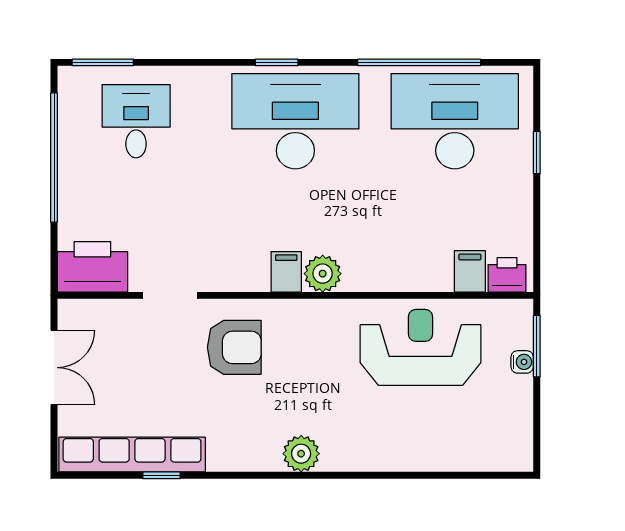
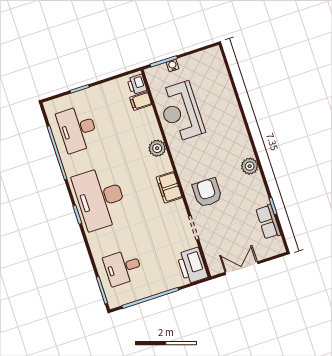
desk: (455, 121) -> (78, 129), width x0.73, depth x0.77
filing cabinet: (286, 272) -> (169, 187), width x2.00
plant: (323, 274) -> (157, 148), moved
row of seats: (132, 454) -> (268, 222), width x0.50
plant: (301, 454) -> (250, 166), moved

